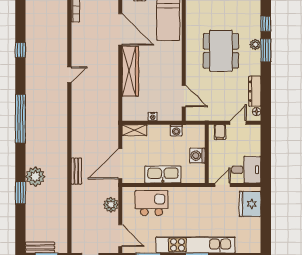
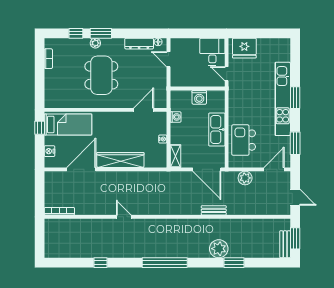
dining table: (221, 51) -> (101, 75), turned 90
filing cabinet: (220, 132) -> (177, 76), removed

